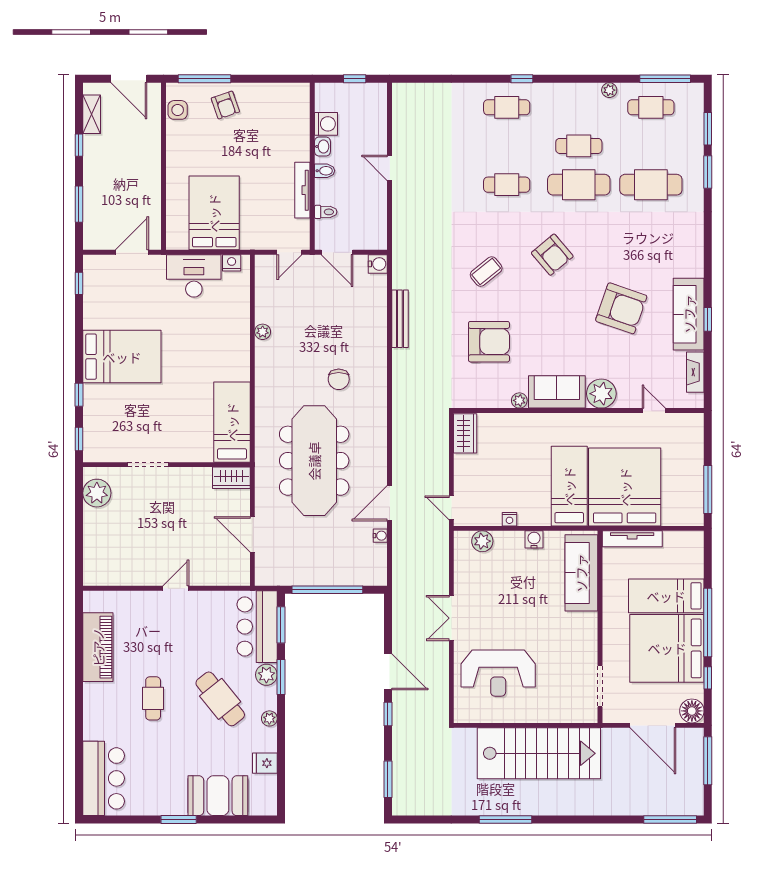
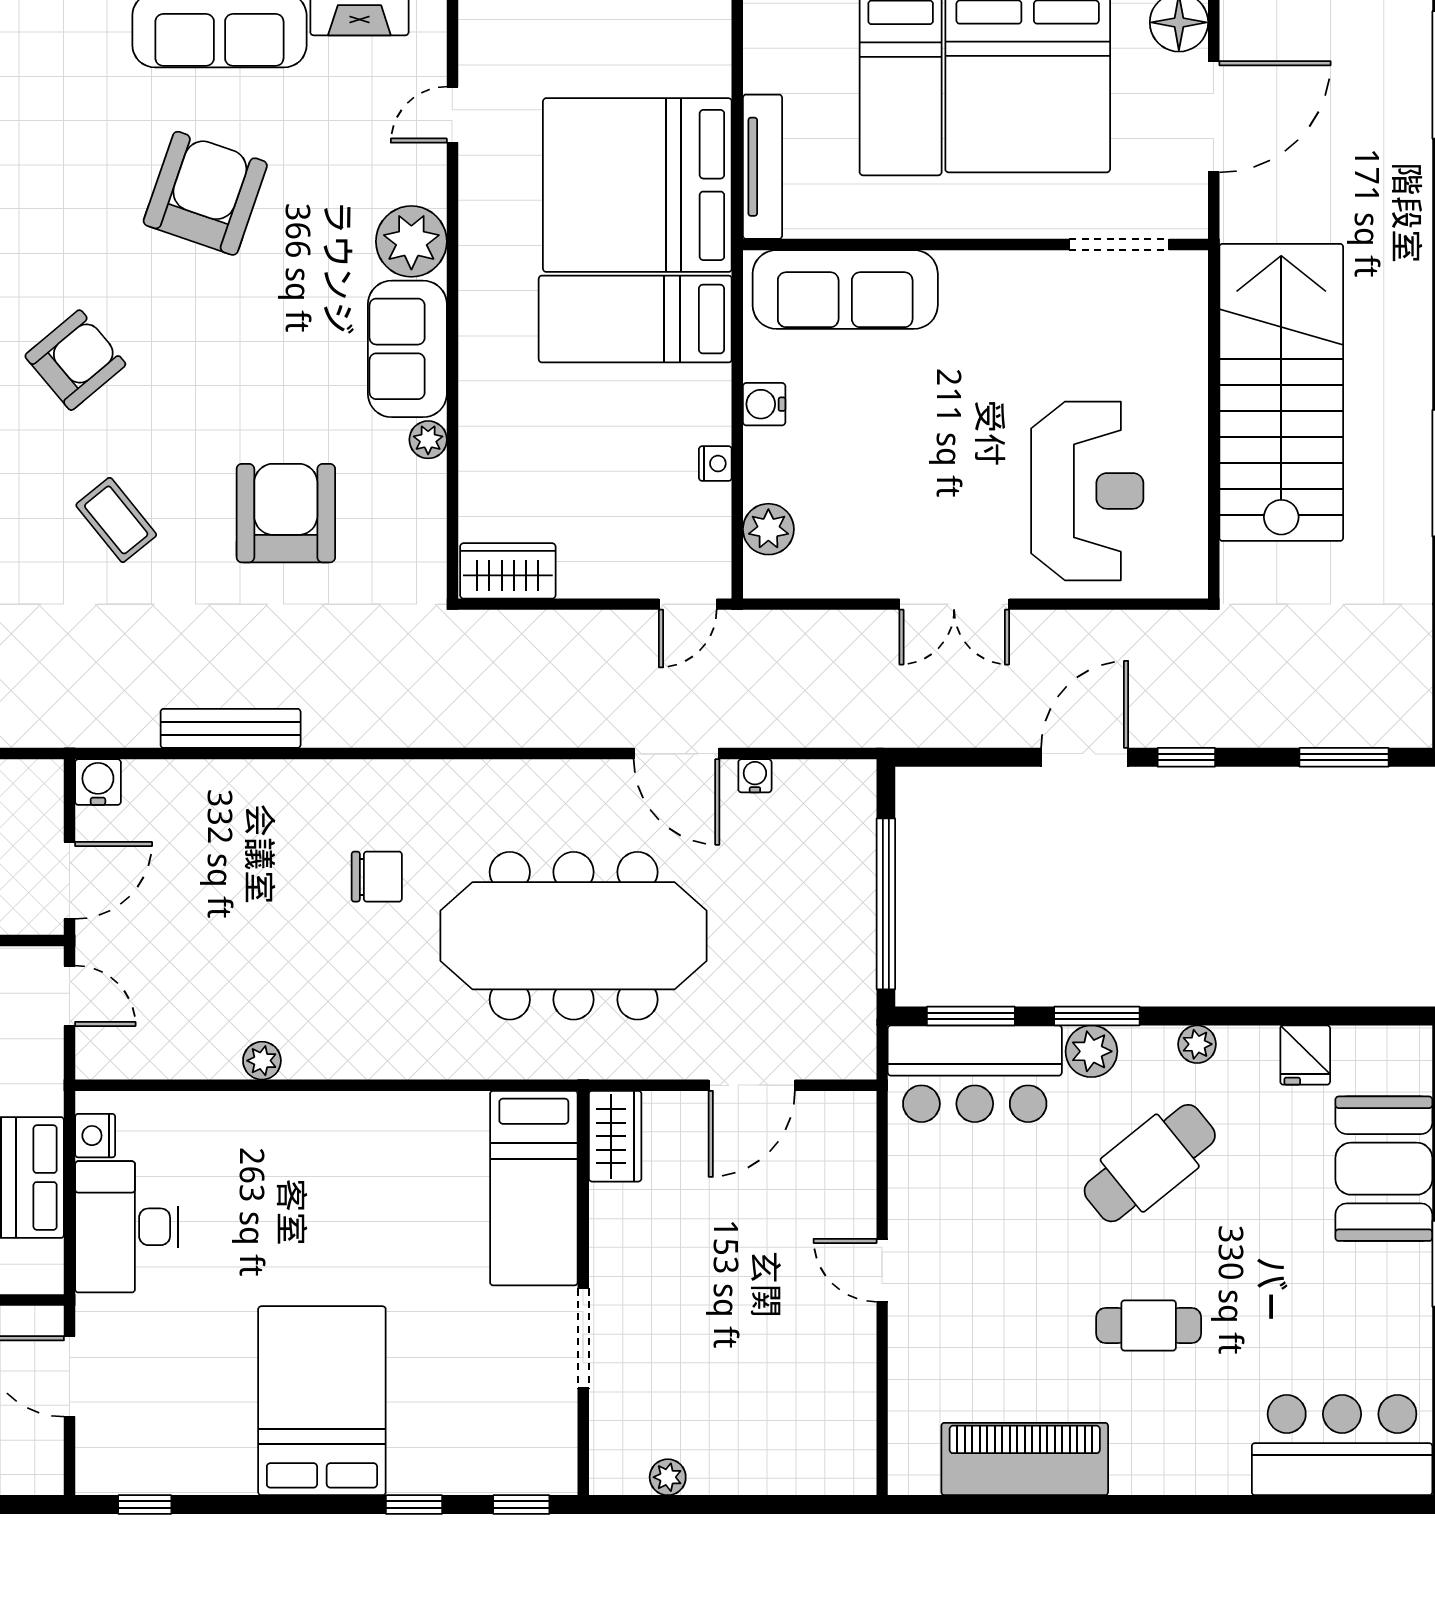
bed: (232, 422) -> (534, 1188), moved, turned -90
plant: (97, 493) -> (668, 1477), width x0.53, depth x0.53

